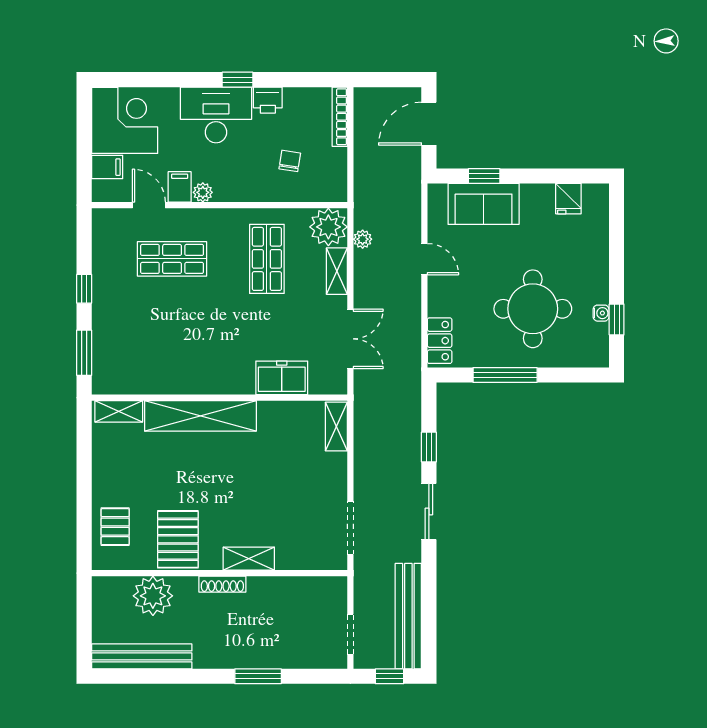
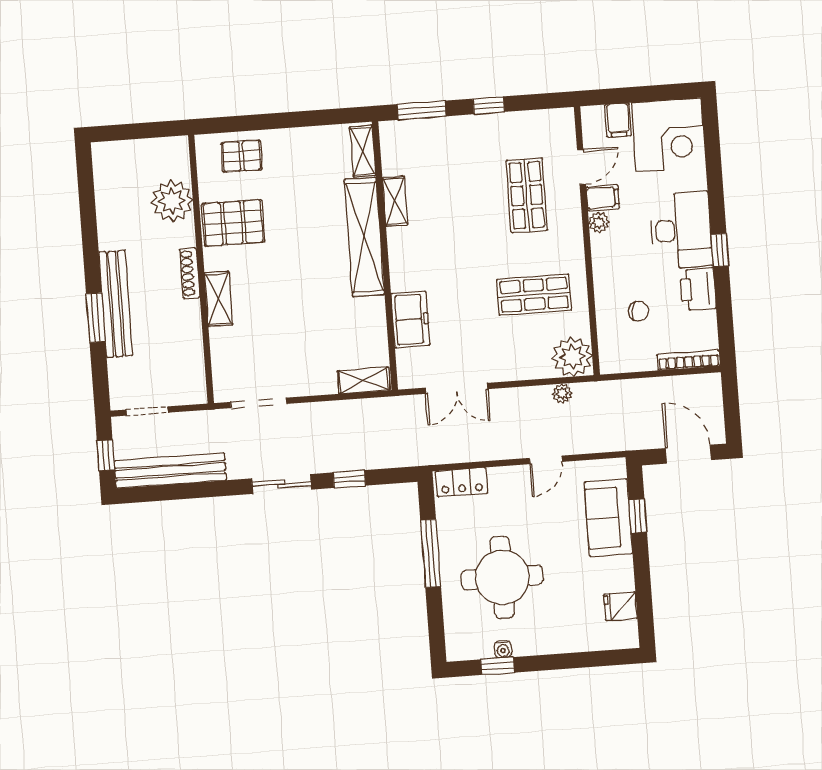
printer: (268, 100) -> (698, 289), width x1.36, depth x1.24
shelving: (337, 271) -> (395, 201), moved, turned 90
bench: (142, 656) -> (116, 304), moved

